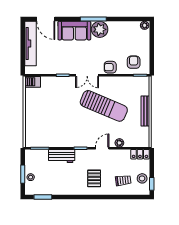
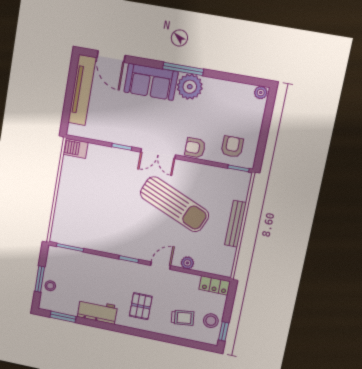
workbench: (62, 156) -> (97, 311), moved, turned 180

